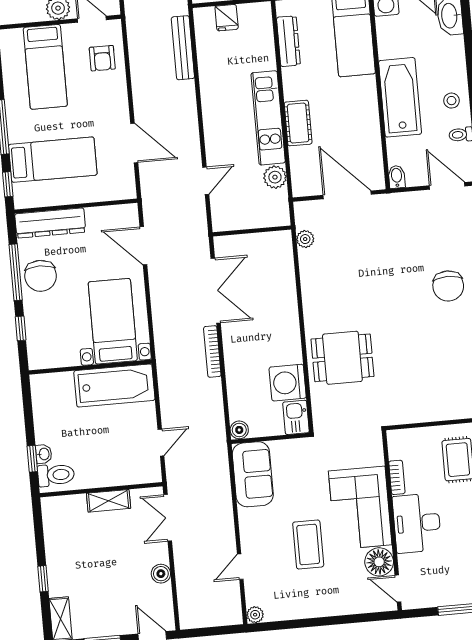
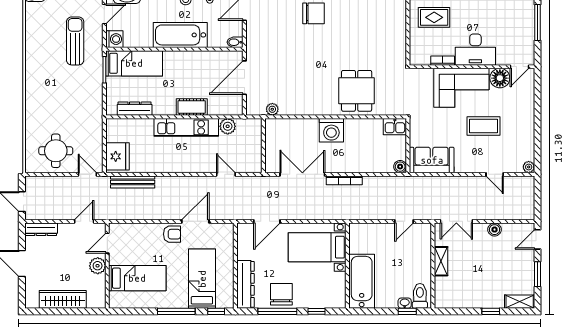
fridge: (227, 18) -> (118, 156), width x1.88, depth x1.34
armchair: (102, 58) -> (172, 234), moved
chair: (41, 276) -> (281, 294), turned -90
washing machine: (288, 383) -> (331, 130), moved
bathtub: (114, 385) -> (362, 281), moved
door: (161, 443) -> (404, 221), swing flipped

